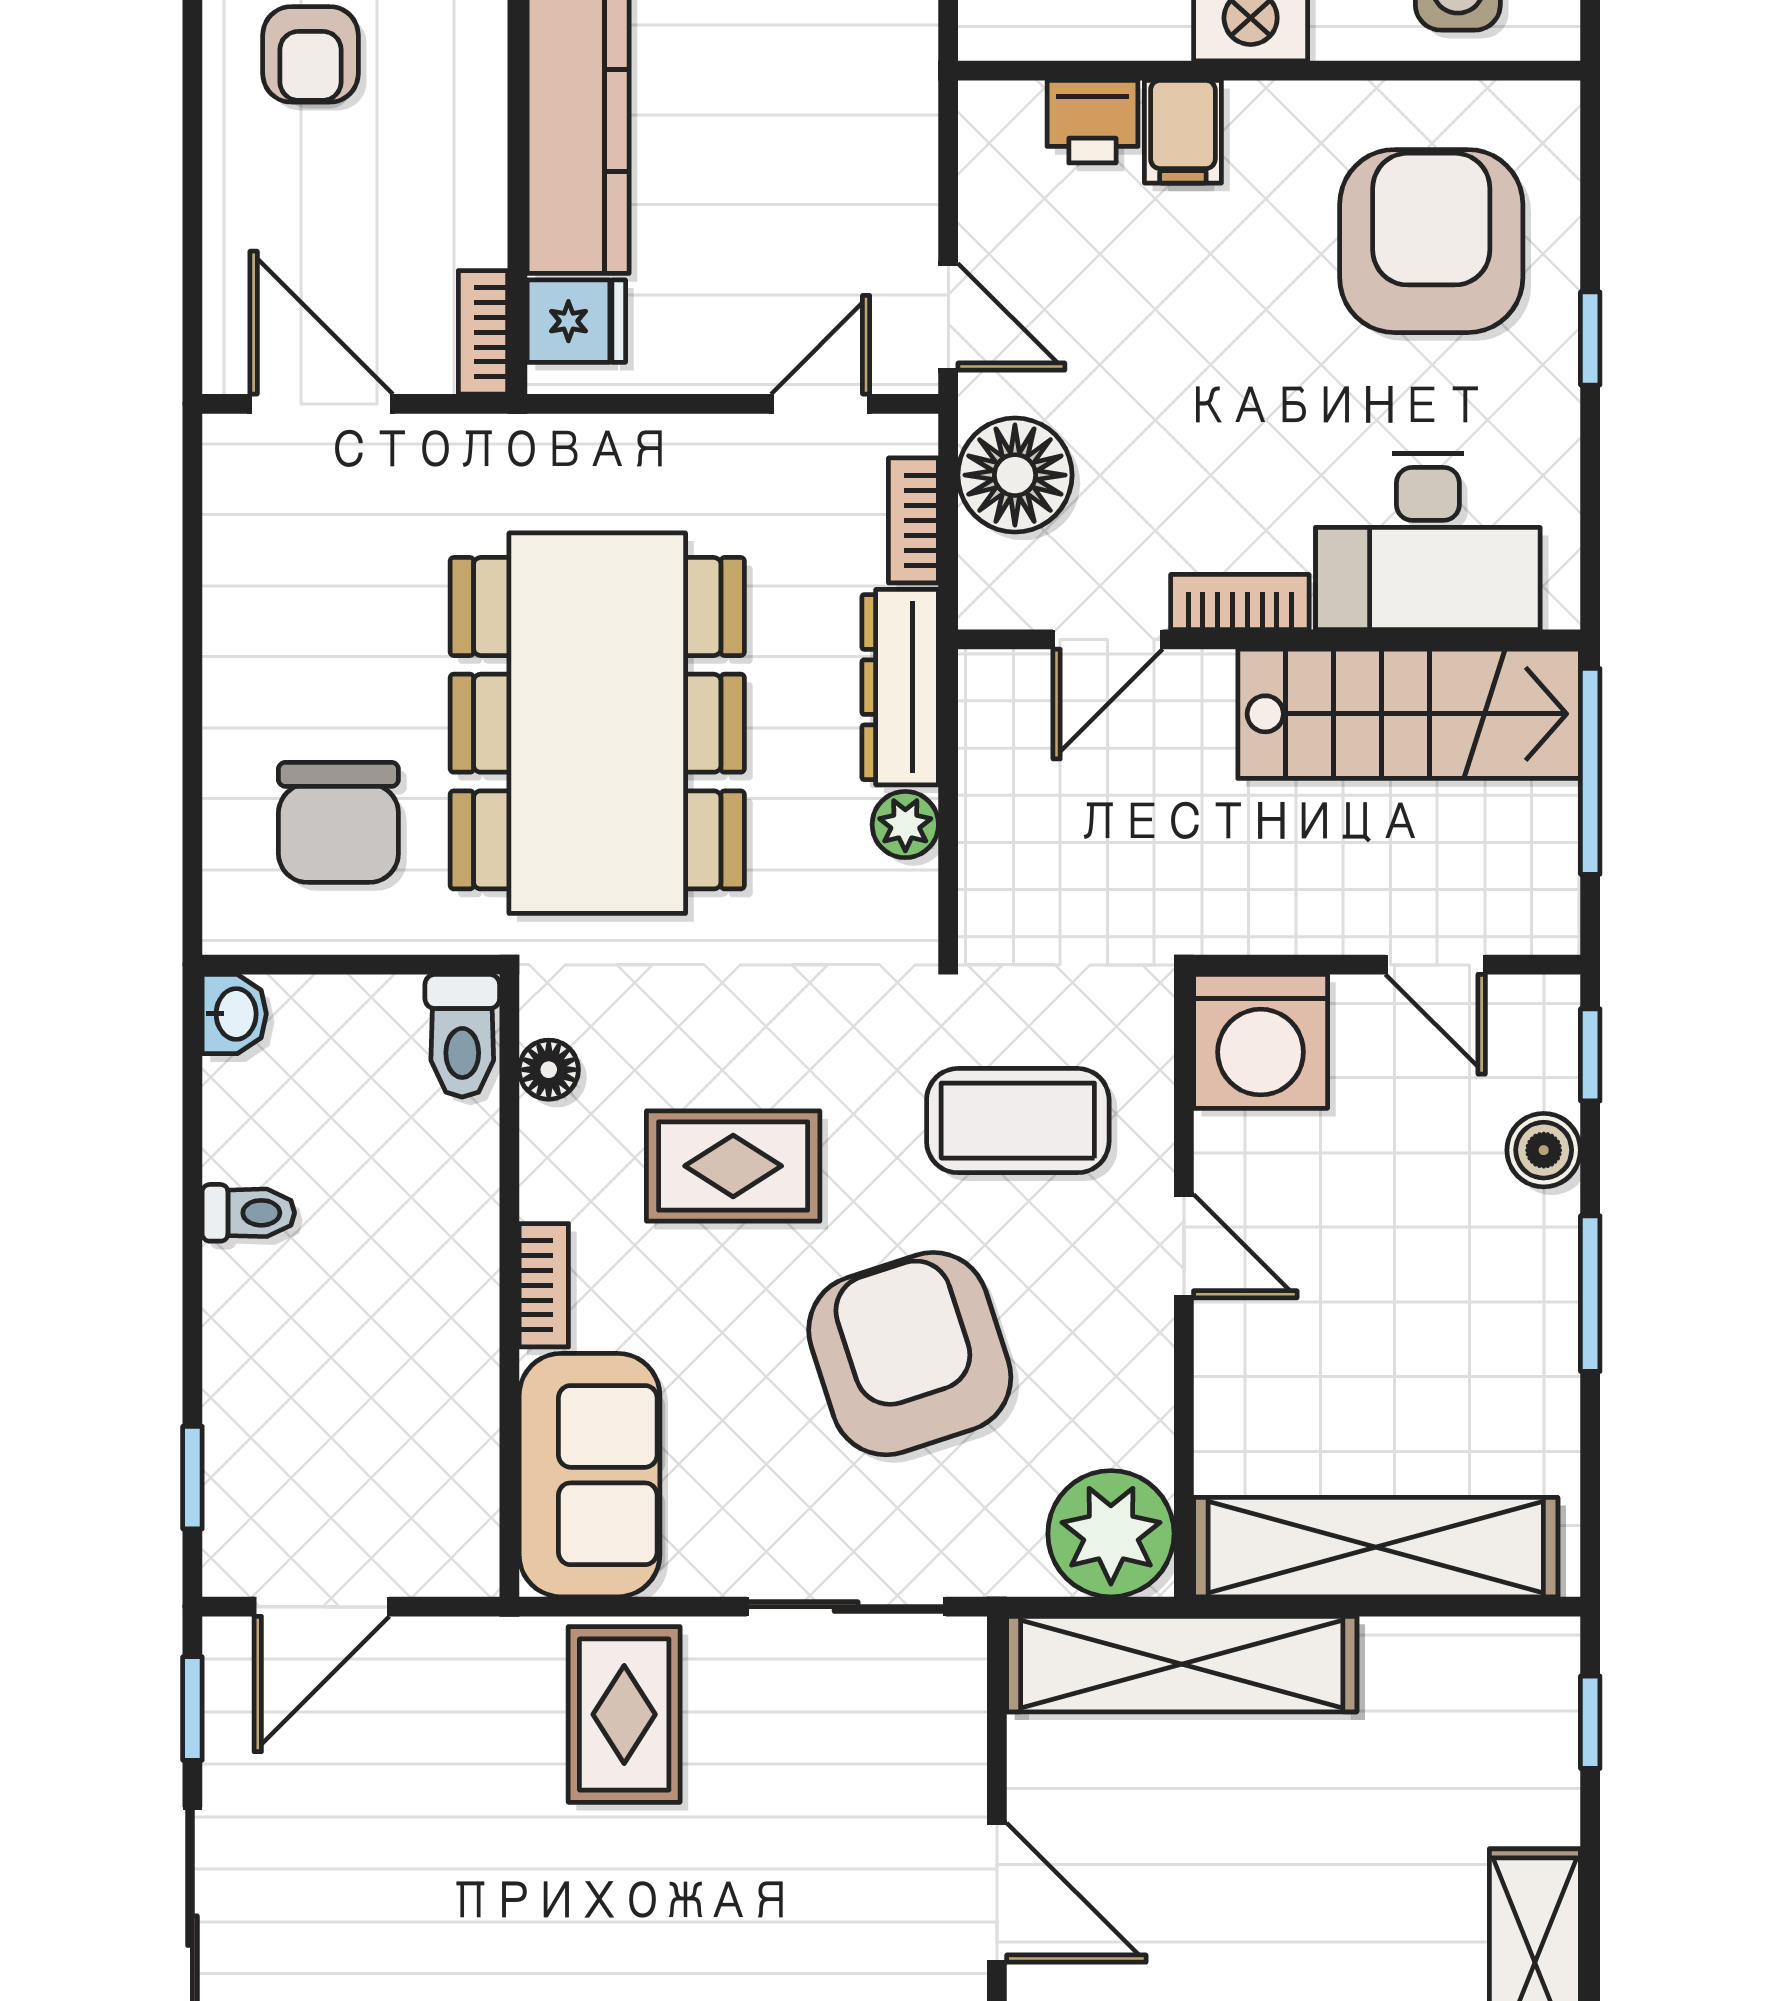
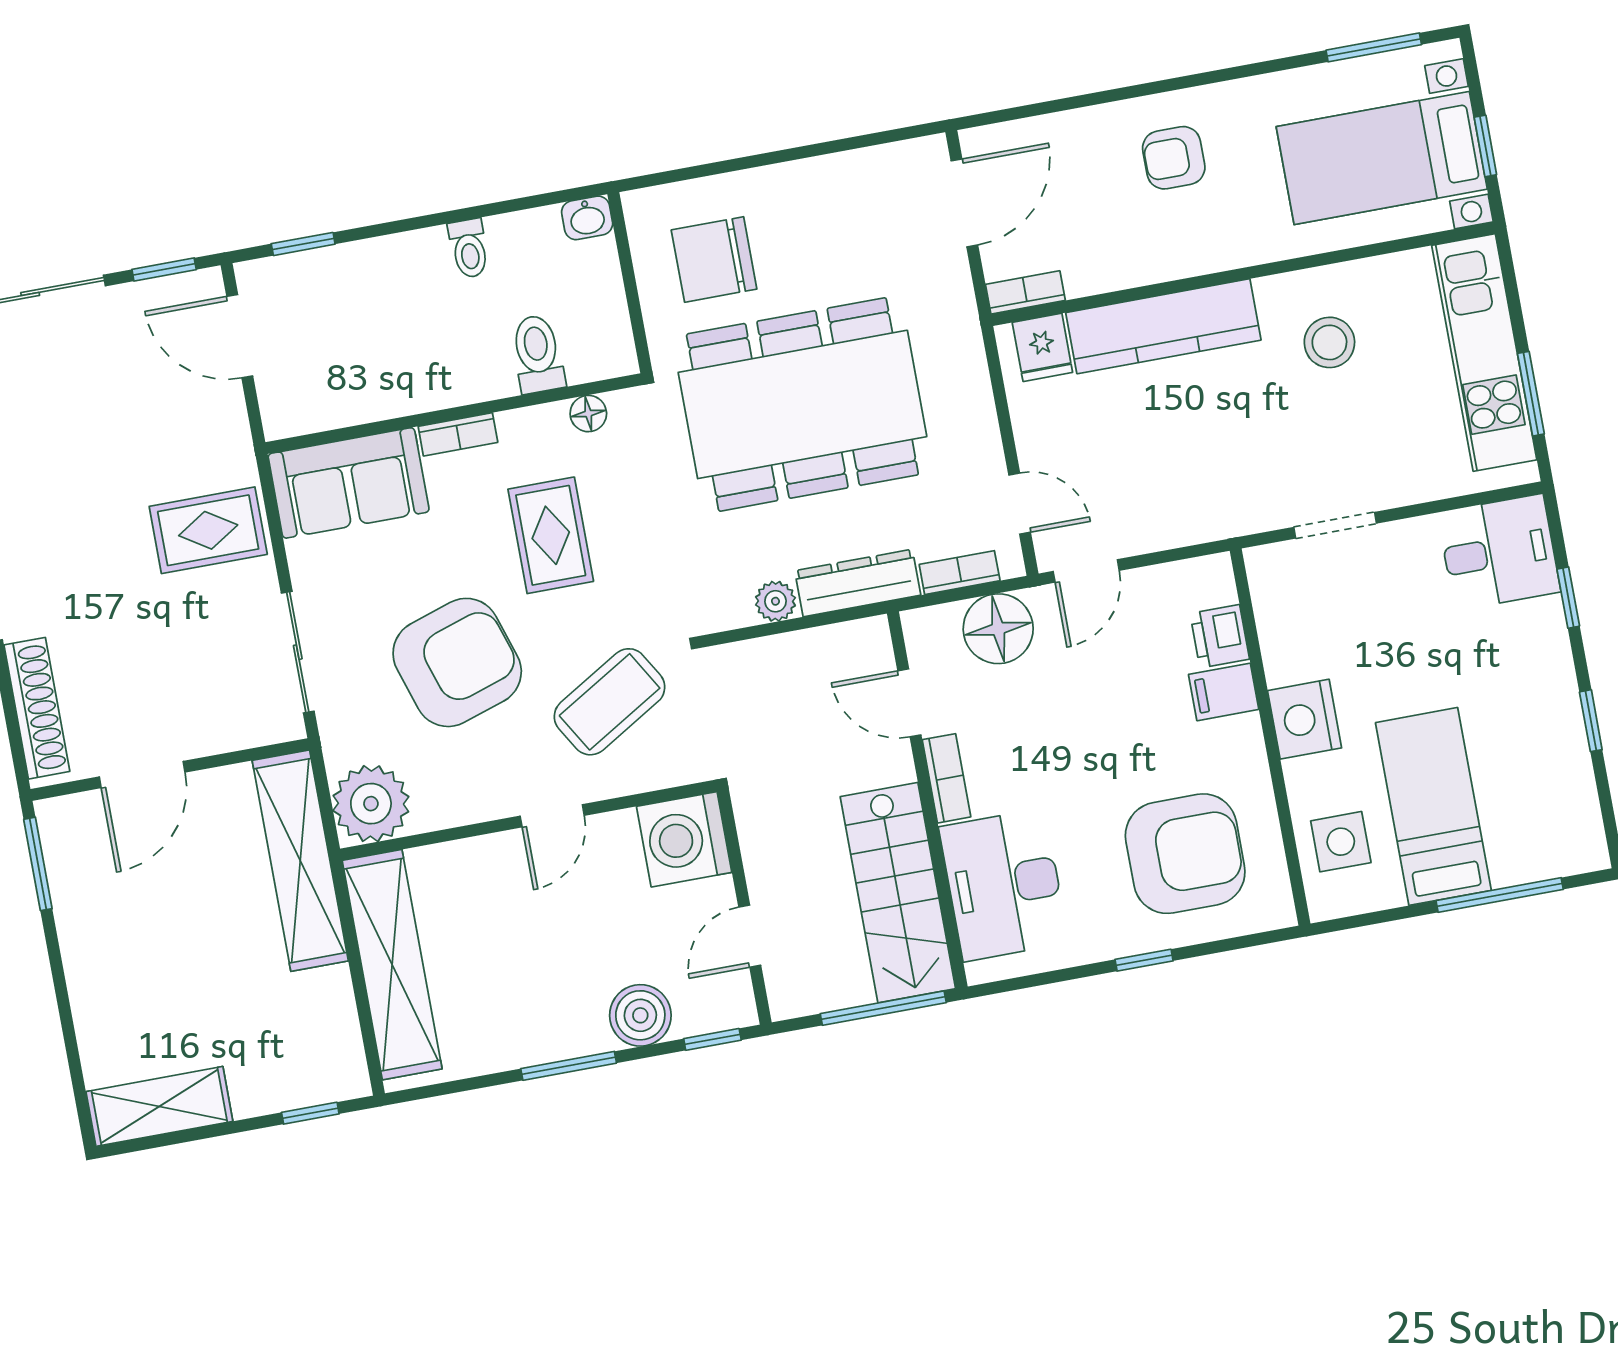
toilet: (462, 1036) -> (538, 354), moved, turned 90
coffee table: (1018, 1121) -> (610, 702), turned 59
boiler: (1544, 1150) -> (640, 1015), width x1.36, depth x1.36

